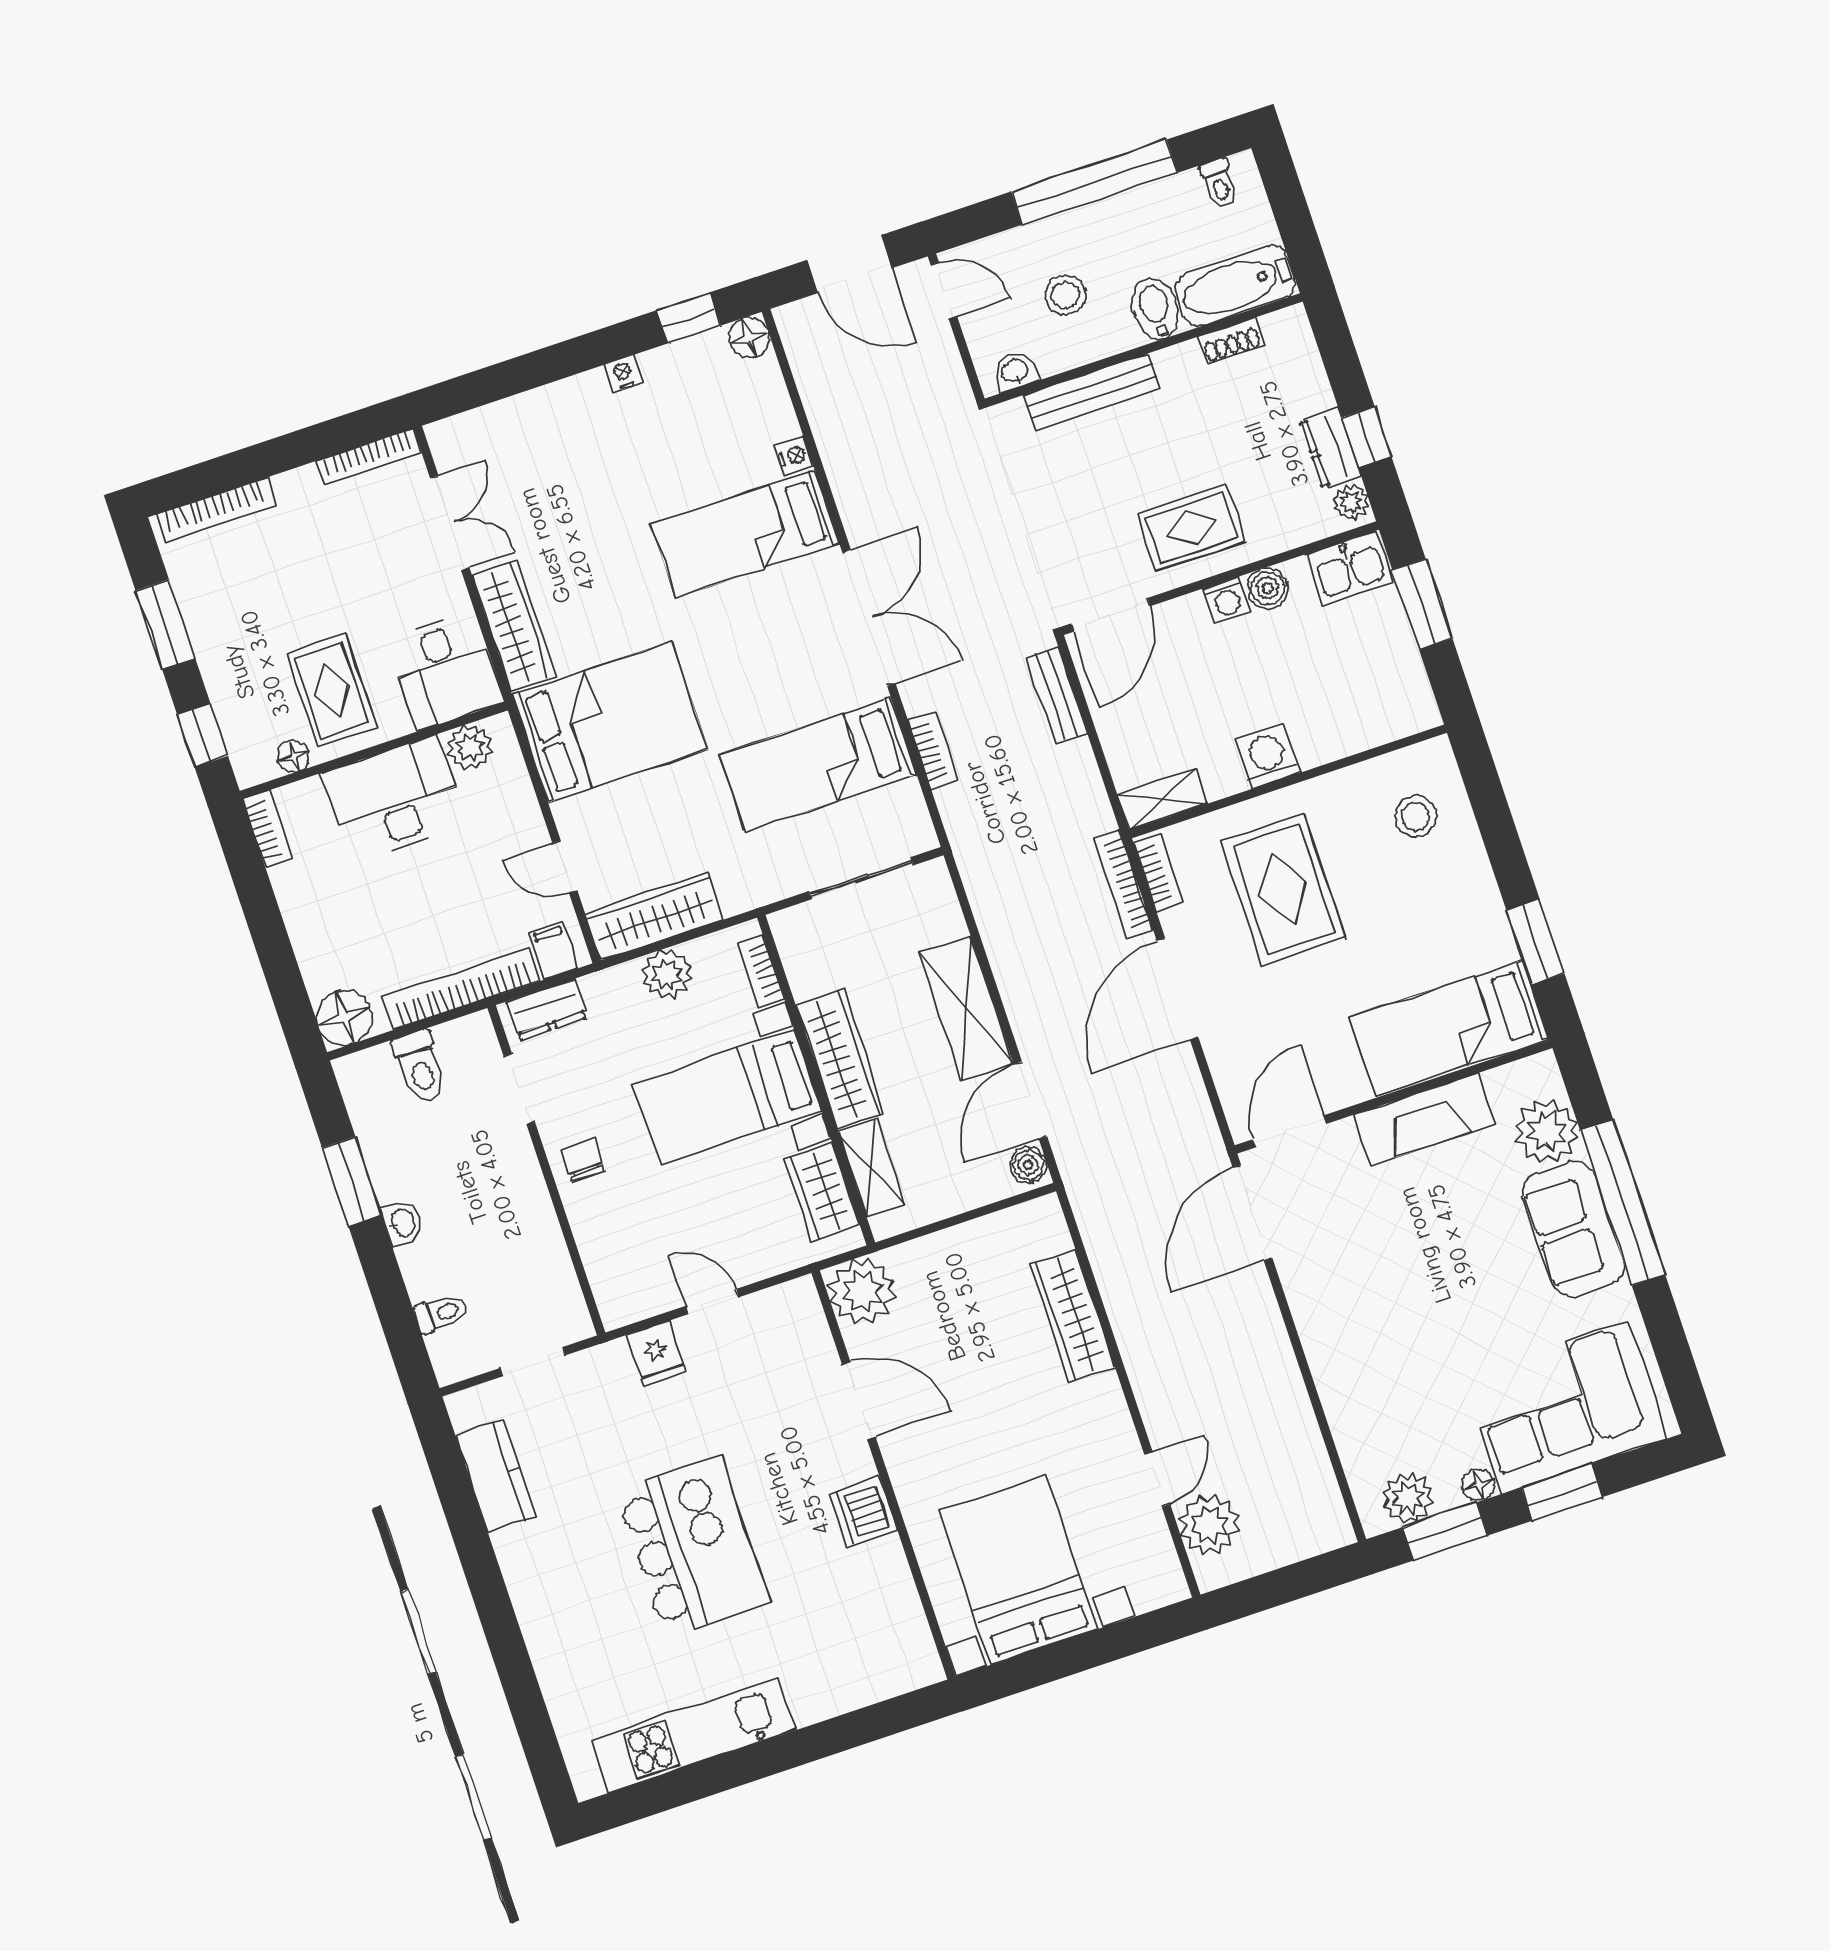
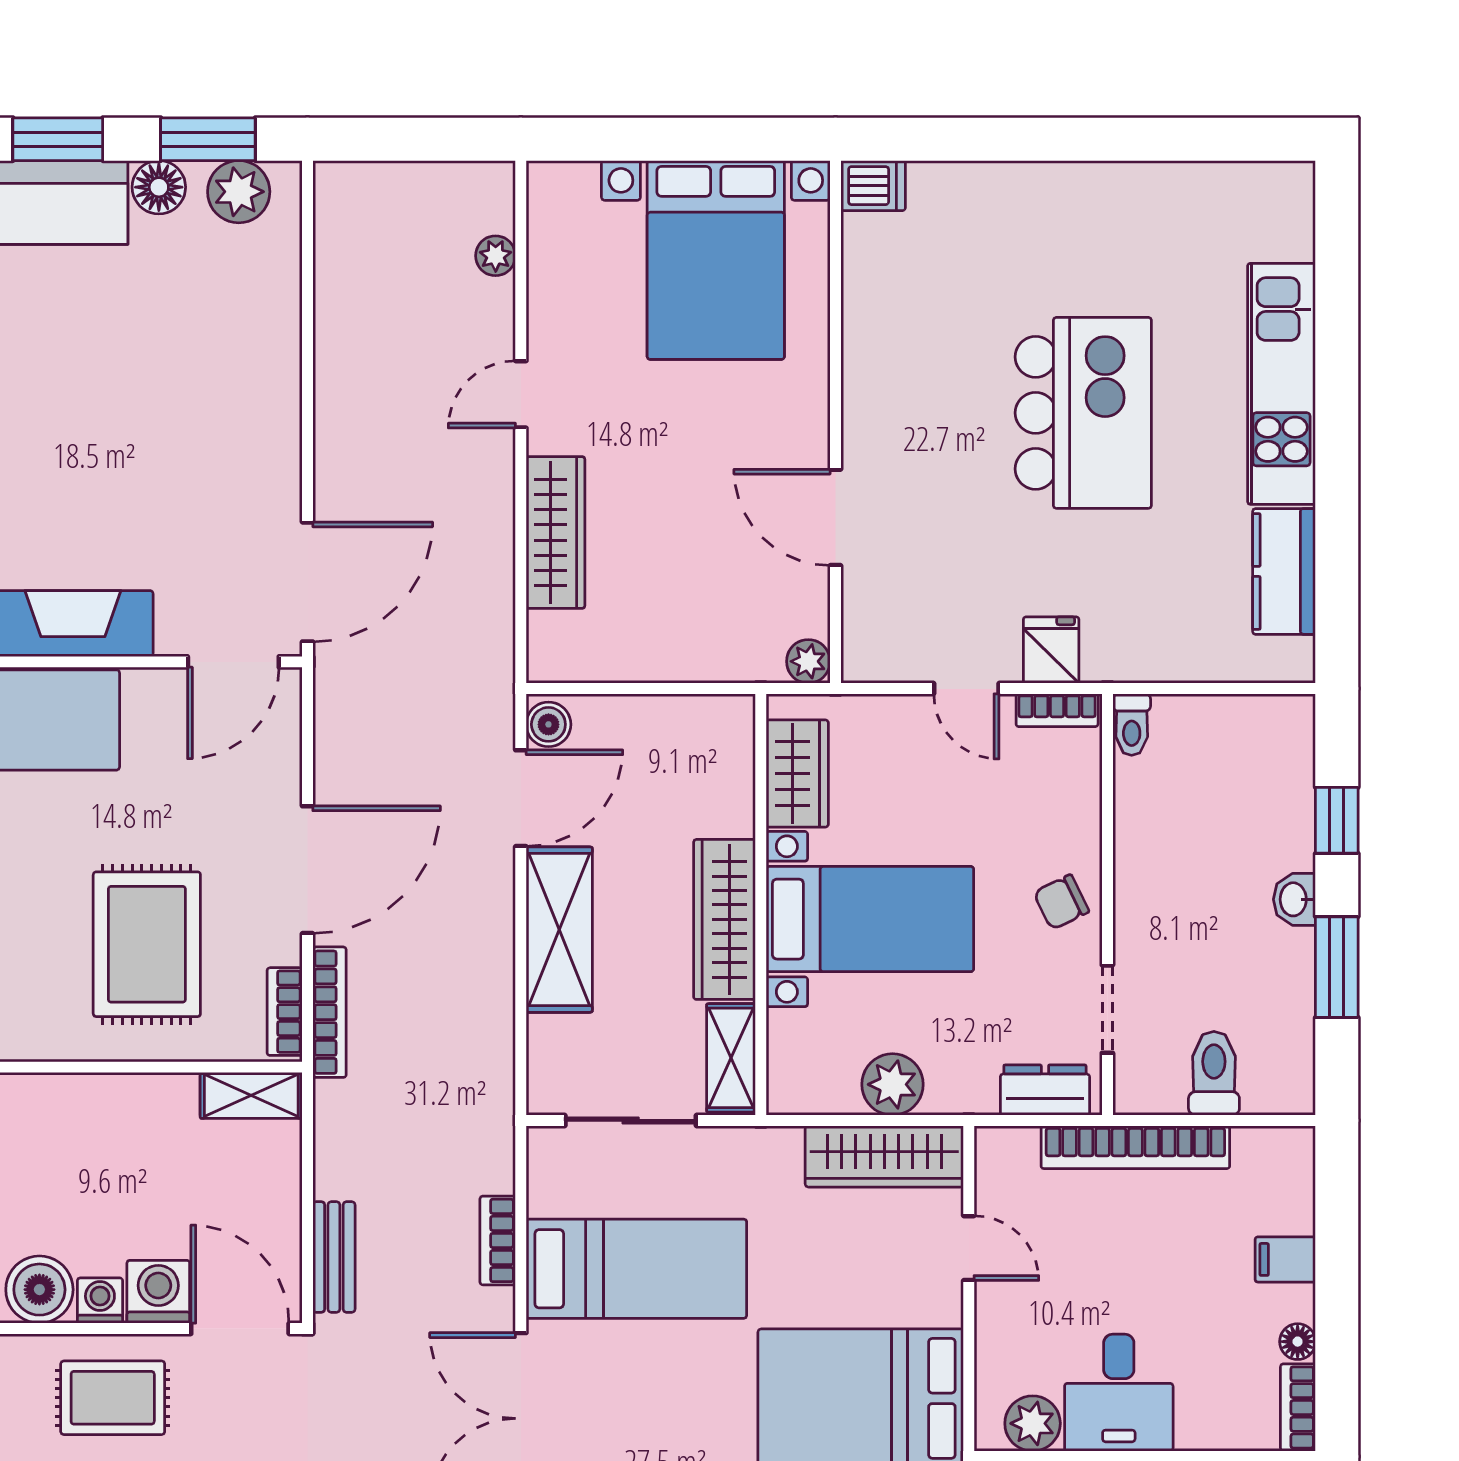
boiler: (1268, 588) -> (39, 1290), width x1.36, depth x1.36
door: (1111, 615) -> (240, 1328), hinge flipped
washing machine: (1268, 756) -> (158, 1292), moved, turned 180
desk: (395, 799) -> (1119, 1393), width x0.73
filing cabinet: (554, 950) -> (1285, 1259), moved, turned 90
bookcase: (761, 971) -> (1057, 710), moved, turned 90
floor lamp: (345, 1017) -> (1298, 1342), moved, width x0.53, depth x0.53
chair: (583, 1160) -> (1061, 902), turned 64
shelving: (871, 1168) -> (731, 1058), moved
plant: (862, 1291) -> (808, 661), width x0.53, depth x0.53
window: (390, 1295) -> (1337, 820), added
toilet: (441, 1313) -> (1132, 725), moved, turned -90
doorway: (533, 1362) -> (1197, 689), removed
door: (1157, 1479) -> (521, 394), moved
floor lamp: (1478, 1485) -> (159, 187), width x1.37, depth x1.37
dishwasher: (863, 1512) -> (873, 186), moved, width x0.73
plant: (1209, 1525) -> (496, 256), width x0.53, depth x0.53
kitchen island: (693, 1546) -> (1083, 413), turned 180
kitchen unit: (694, 1735) -> (1281, 384), moved, turned 90

